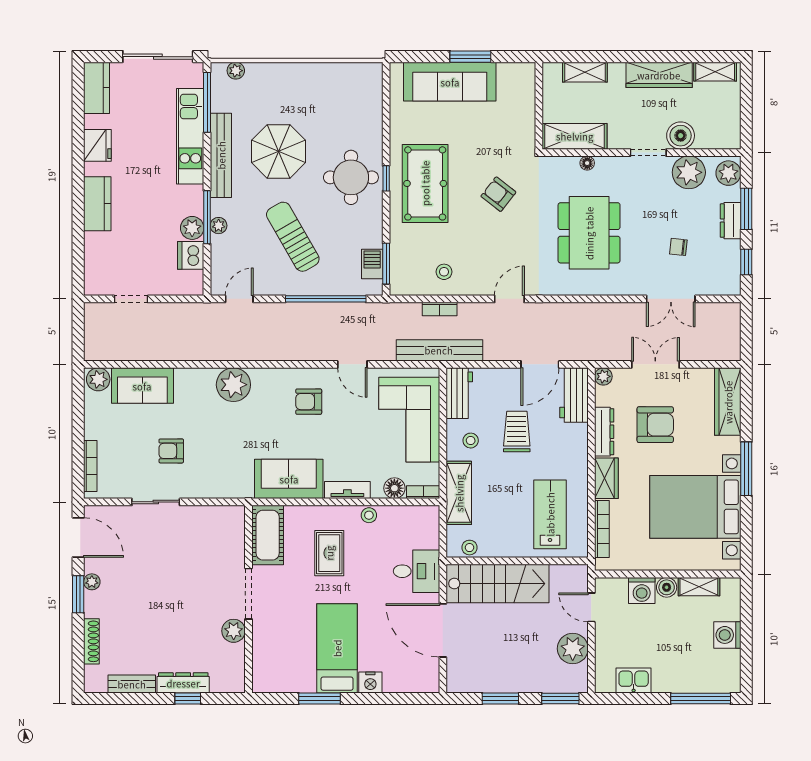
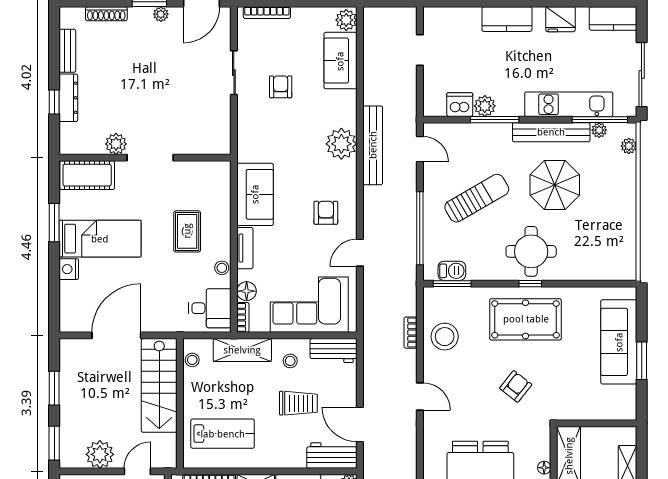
plant: (219, 226) -> (599, 130), moved
stool: (444, 272) -> (445, 337), width x1.89, depth x1.89
bench: (439, 350) -> (373, 145), moved
cot: (268, 535) -> (87, 175), moved
rug: (329, 553) -> (187, 231), turned 90
desk: (416, 571) -> (210, 308), moved, turned -90

